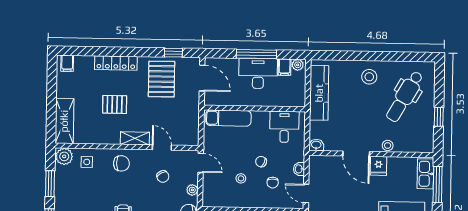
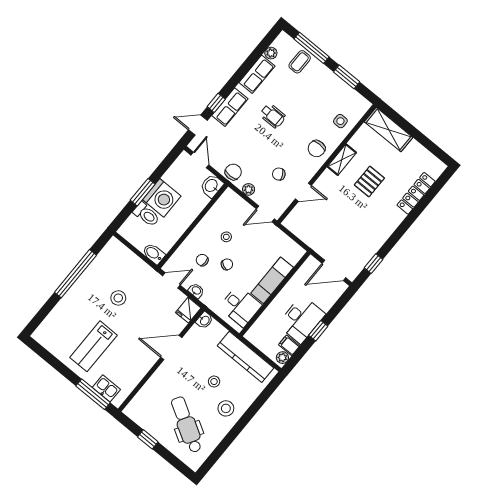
window: (256, 54) -> (318, 331), width x0.46
filing cabinet: (67, 63) -> (434, 169), removed
locker: (116, 63) -> (416, 193), moved
pallet: (162, 79) -> (360, 237), removed
exam couch: (228, 118) -> (272, 280), moved
shelving: (135, 138) -> (342, 160), moved
stool: (388, 145) -> (214, 382), moved
plant: (64, 156) -> (360, 106), removed
fridge: (379, 166) -> (188, 310), moved, turned -90
kitchen sink: (425, 174) -> (106, 388), width x0.73

